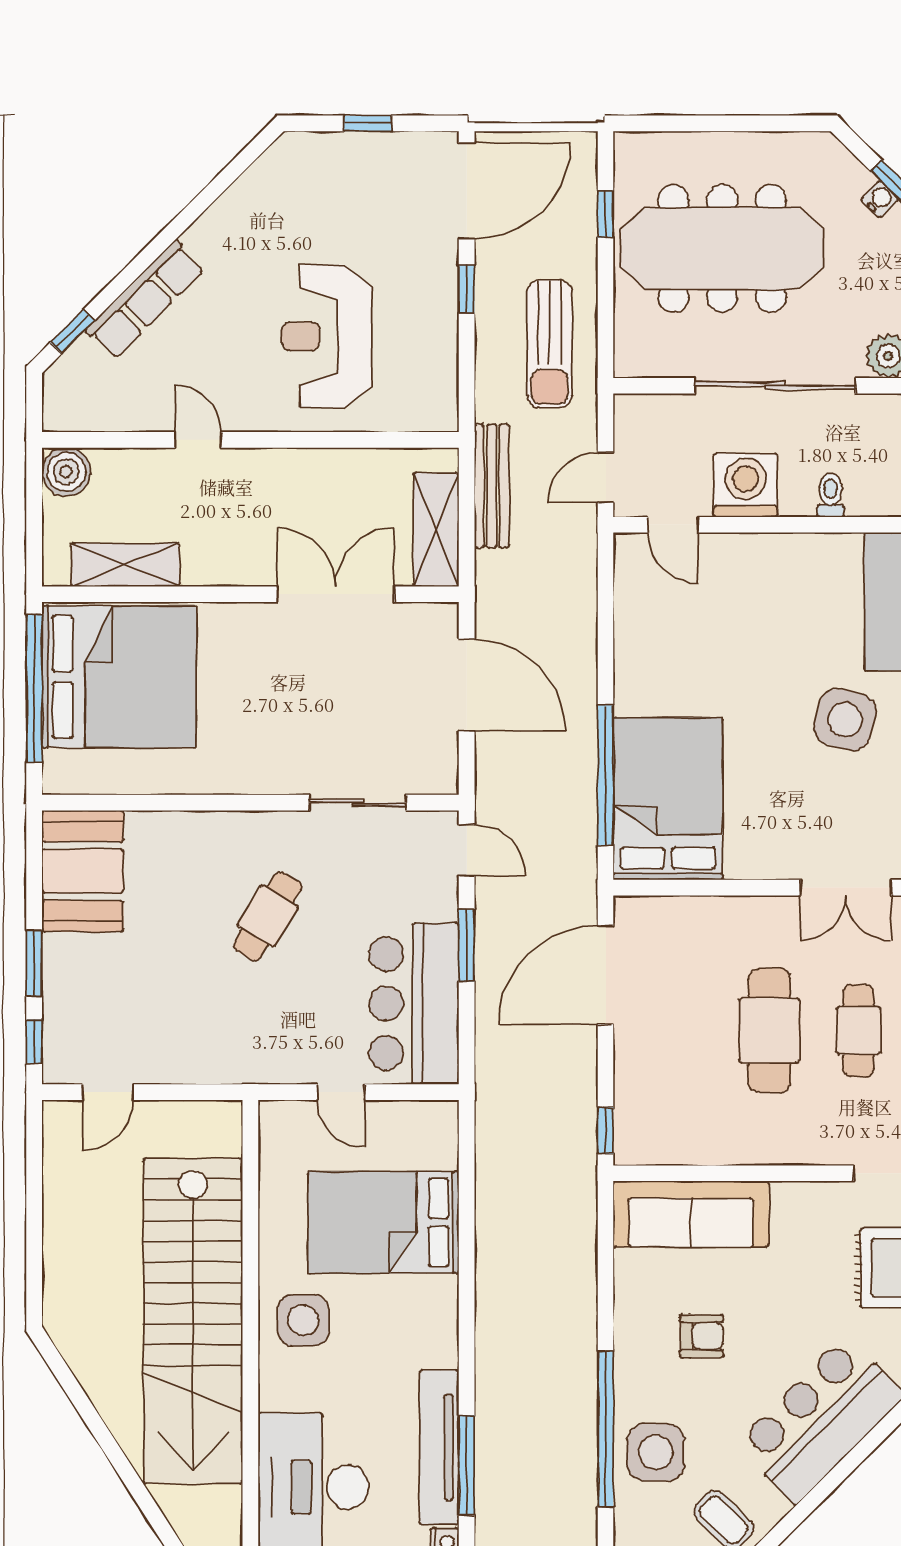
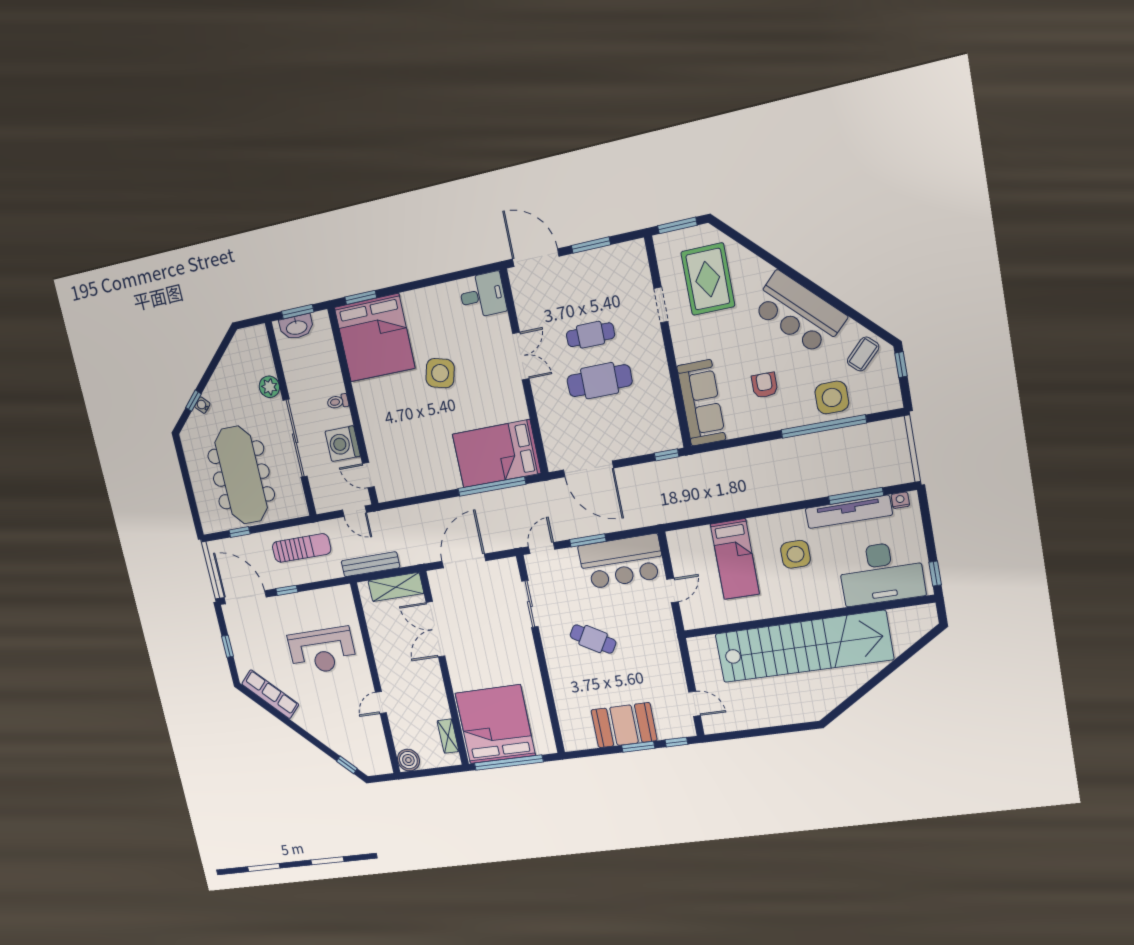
row of seats: (145, 299) -> (270, 694), moved
door: (673, 525) -> (368, 475), swing flipped
shelving: (125, 565) -> (448, 736), width x0.67, depth x0.75
booth: (83, 871) -> (624, 725), moved
bed: (383, 1222) -> (735, 559), width x0.67
side table: (303, 1320) -> (796, 554), moved

